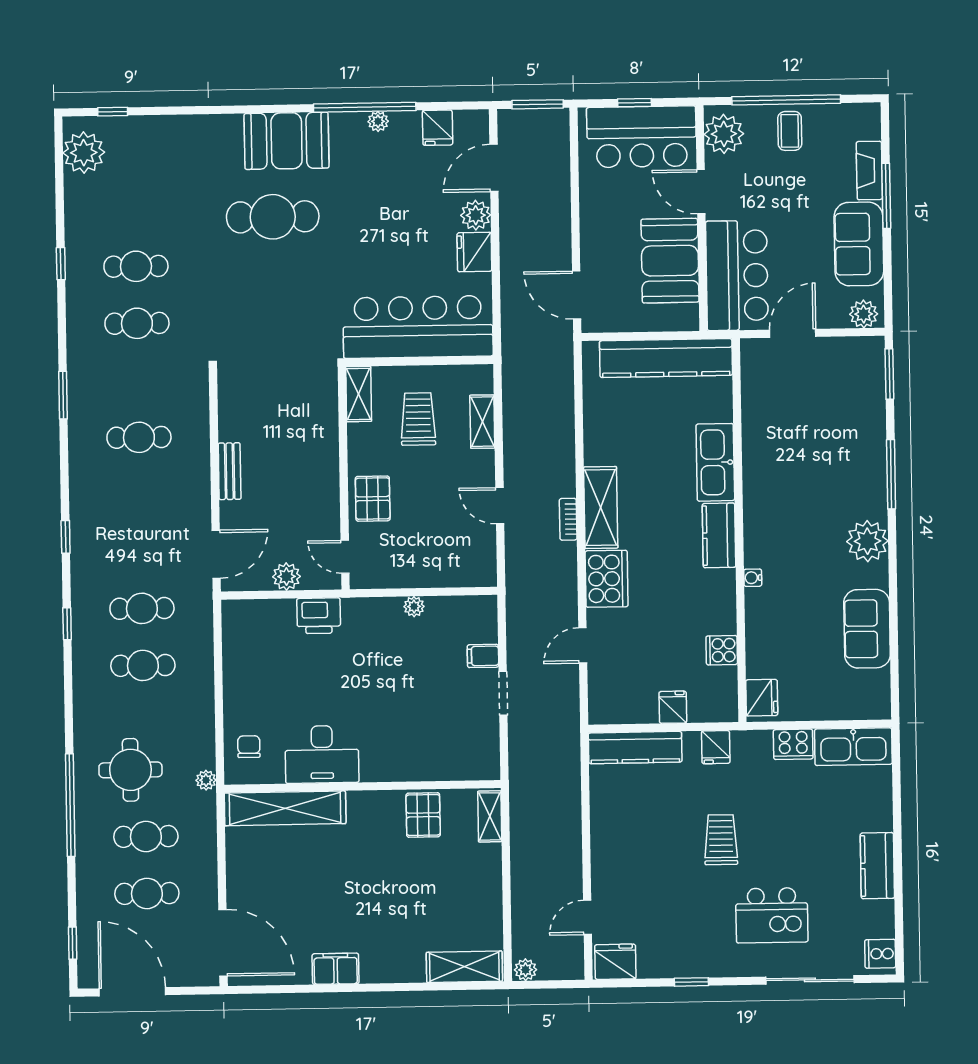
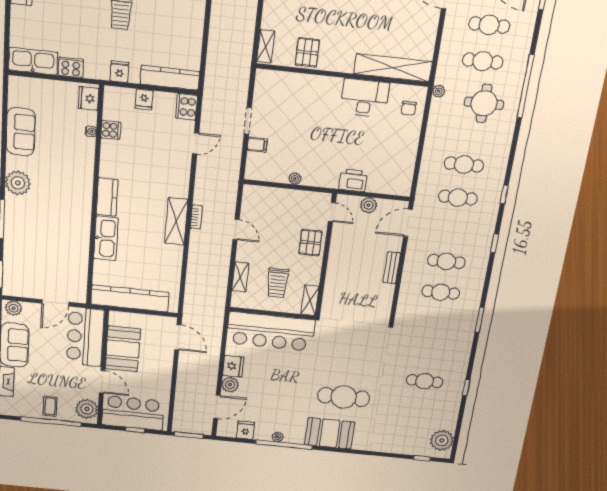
cafe table: (137, 323) -> (446, 261), moved
water cooler: (753, 578) -> (91, 131), moved
cooker: (607, 579) -> (186, 107), moved, width x0.73, depth x0.76

